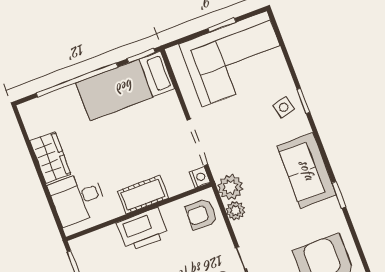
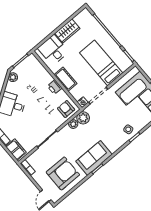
bed: (125, 86) -> (101, 63), moved
sofa: (307, 170) -> (94, 158), moved
printer: (143, 230) -> (55, 87), width x0.53, depth x0.68

